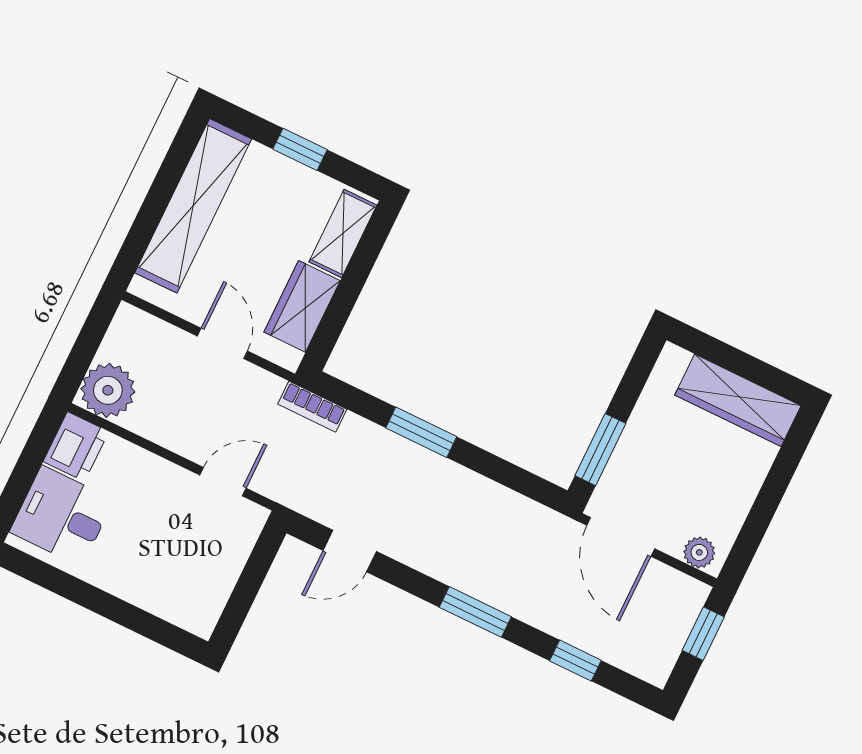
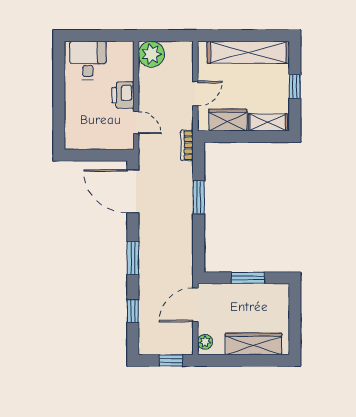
wardrobe: (738, 400) -> (253, 344), moved, turned 90
printer: (76, 447) -> (123, 95), moved, turned 90
window: (600, 450) -> (248, 278), moved
door: (350, 551) -> (133, 191), width x1.88

